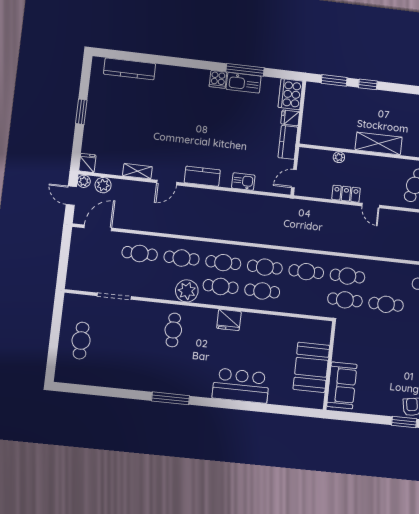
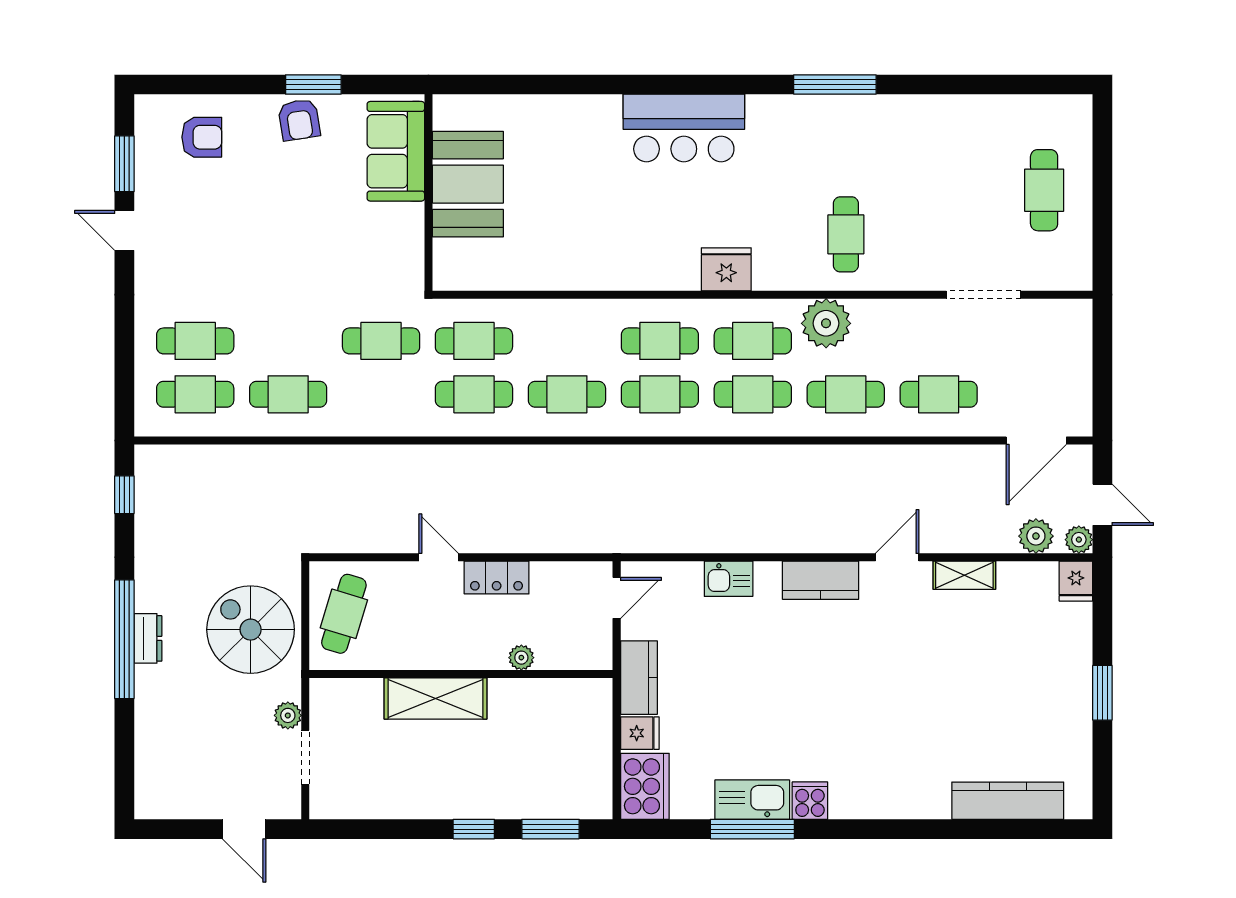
wall: (329, 365) -> (429, 192), moved
booth: (311, 367) -> (468, 184), moved
sofa: (342, 385) -> (396, 151), moved

